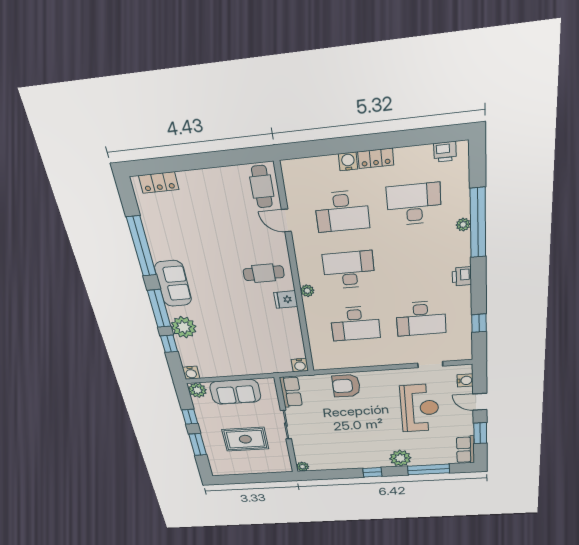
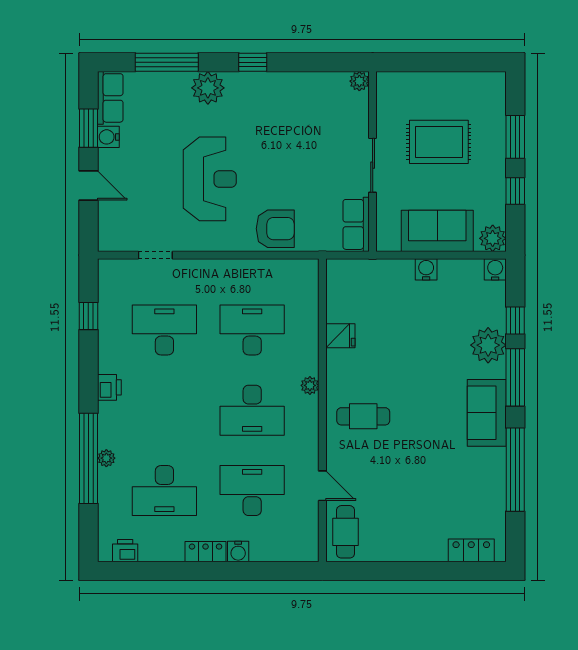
fridge: (286, 299) -> (340, 336), moved
water cooler: (300, 365) -> (426, 269), moved
water cooler: (465, 381) -> (108, 137), moved
reception desk: (420, 408) -> (210, 179), moved, turned 180

